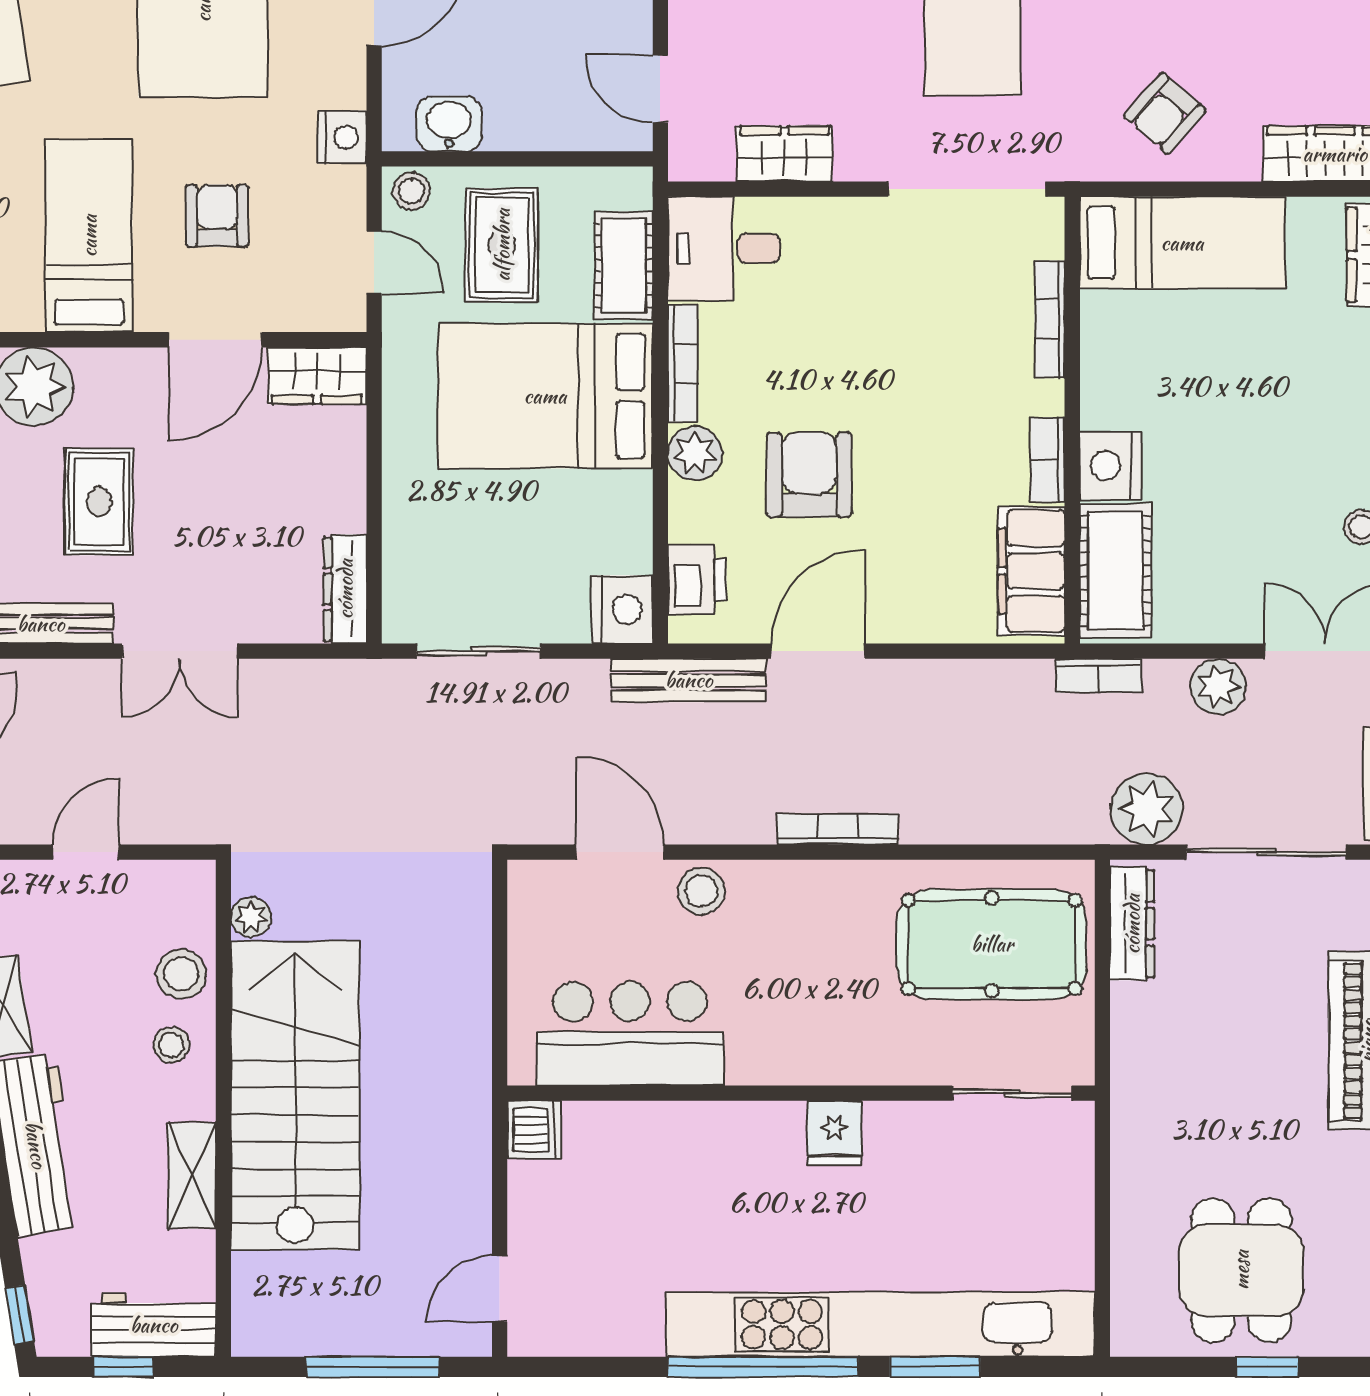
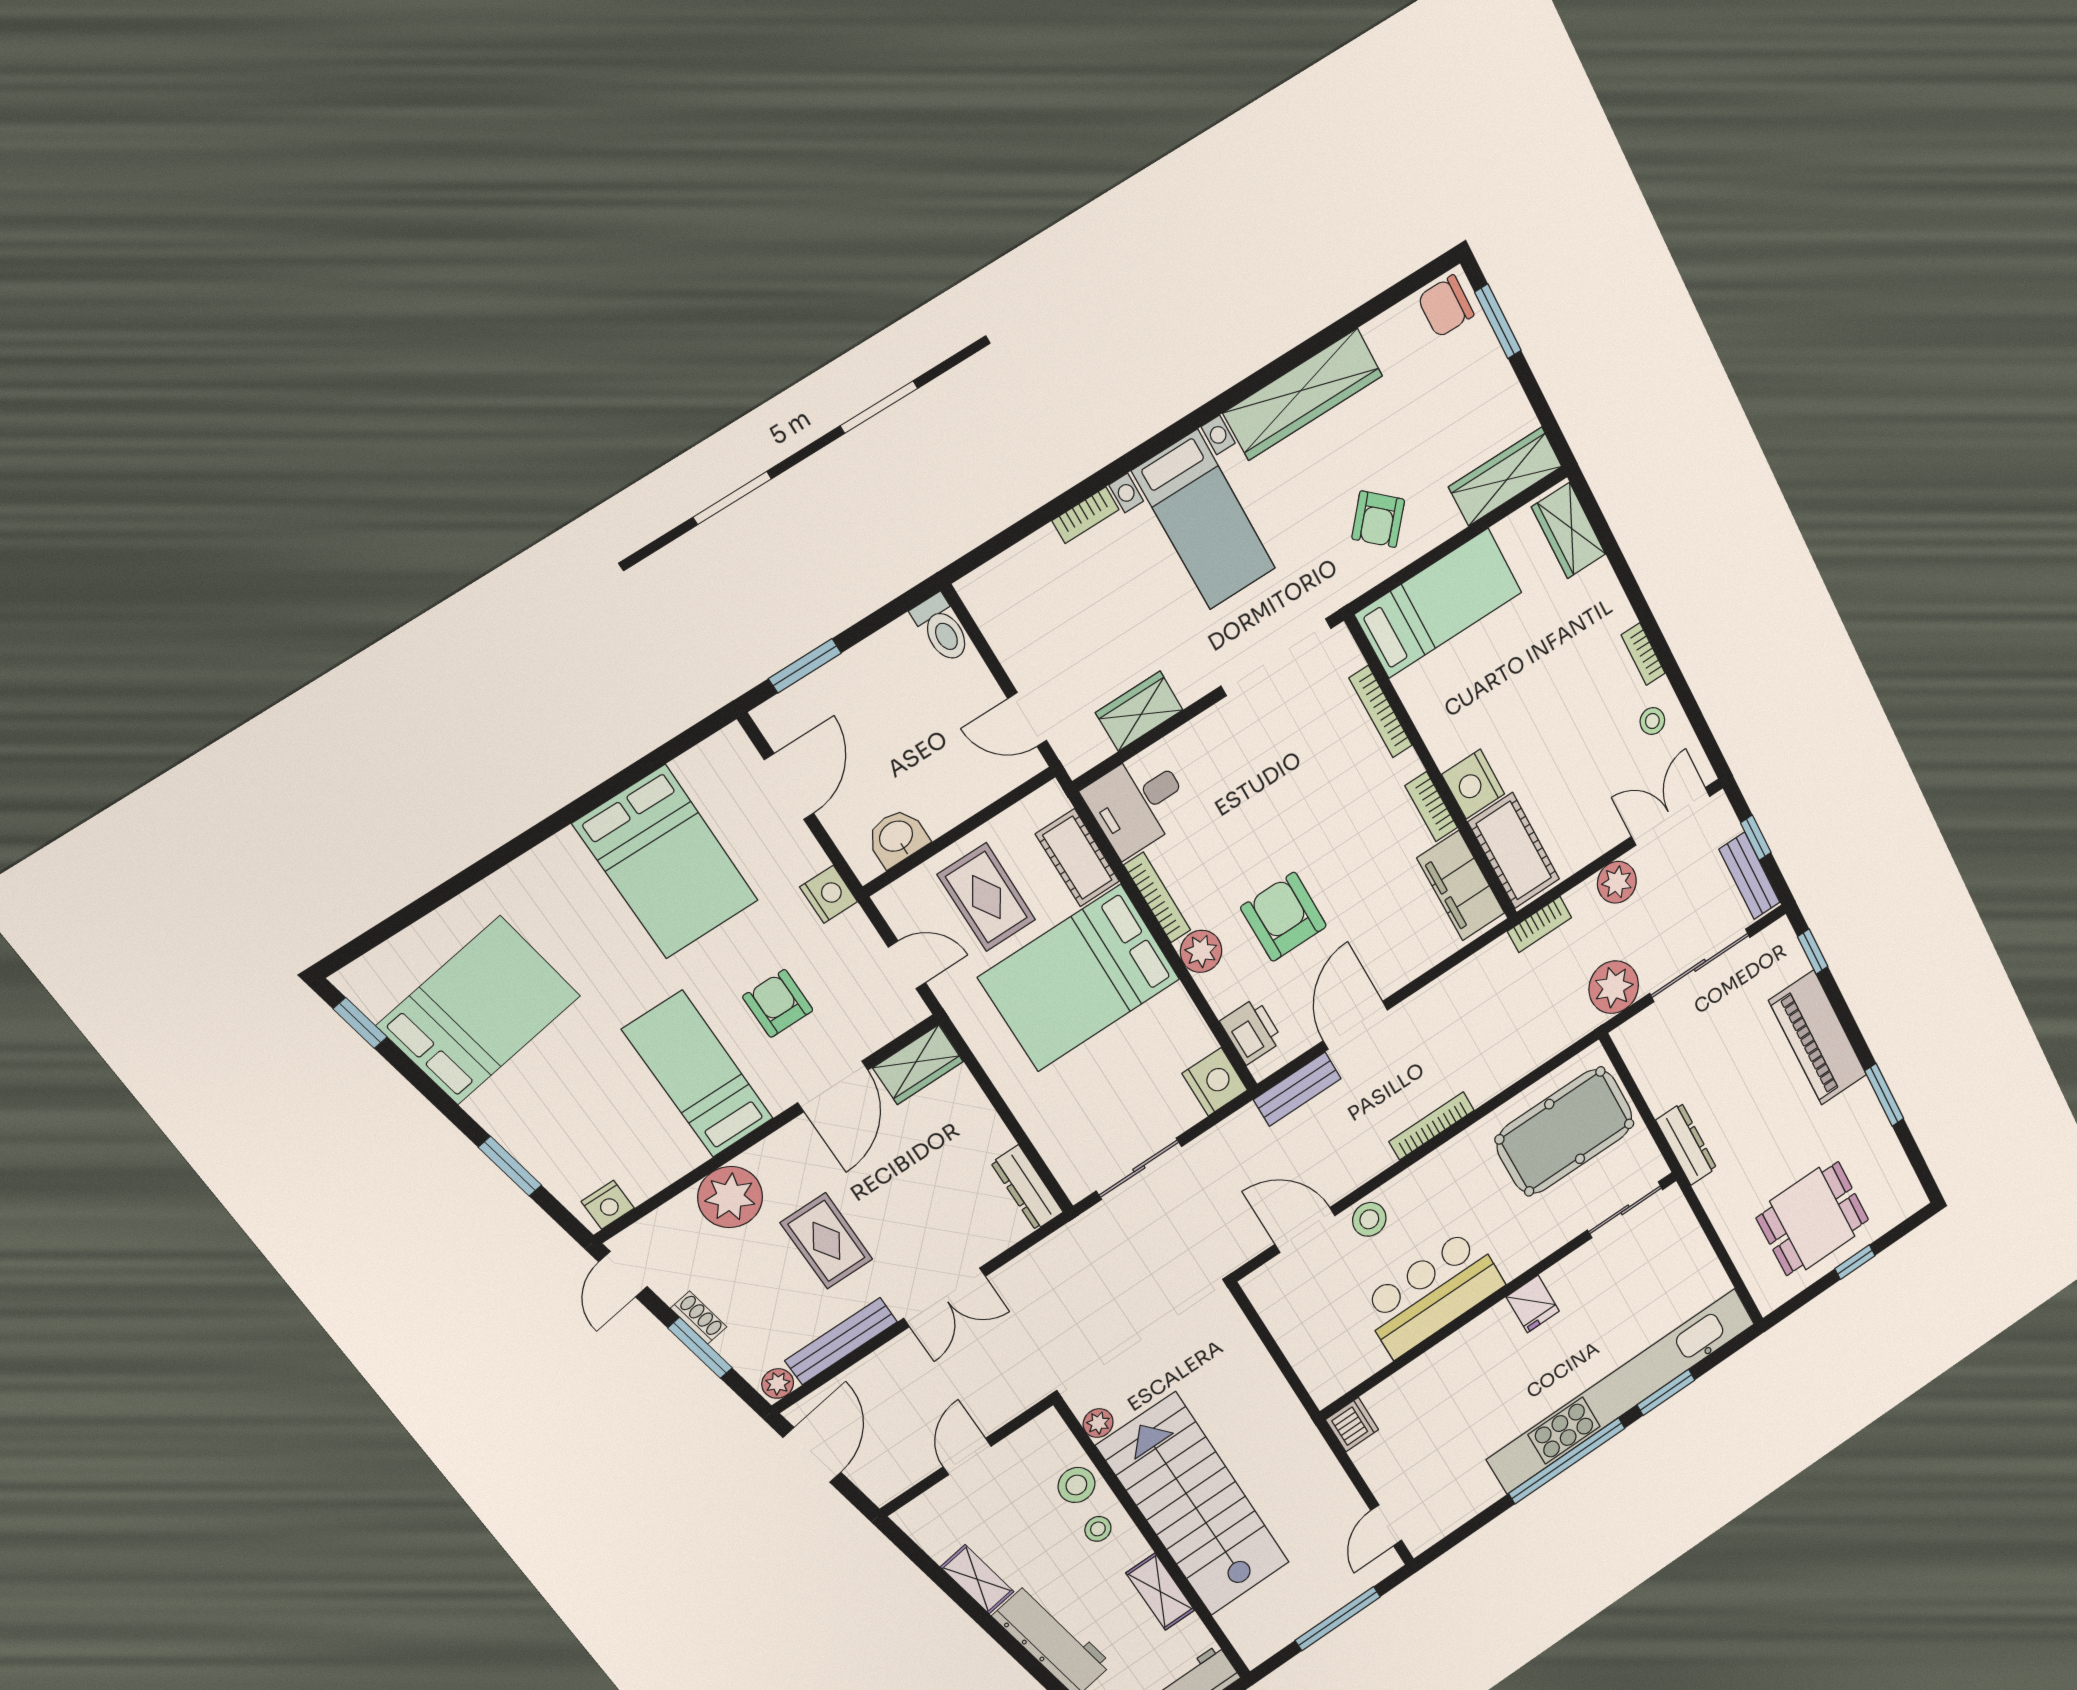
stool: (411, 191) -> (901, 900), removed
bench: (689, 680) -> (1297, 1089), width x0.73
dresser: (1132, 924) -> (1686, 1144), moved
bar counter: (630, 1034) -> (1432, 1293), moved
dining table: (1241, 1270) -> (1812, 1219), turned 90

